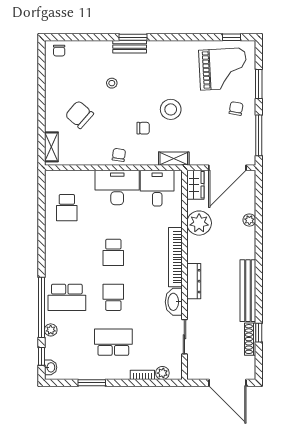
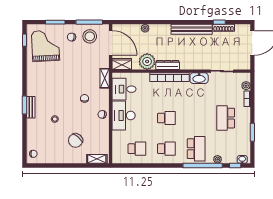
stool: (171, 109) -> (90, 36), moved
dresser: (194, 281) -> (168, 65), moved
school desk: (113, 297) -> (166, 149), moved, turned 180

